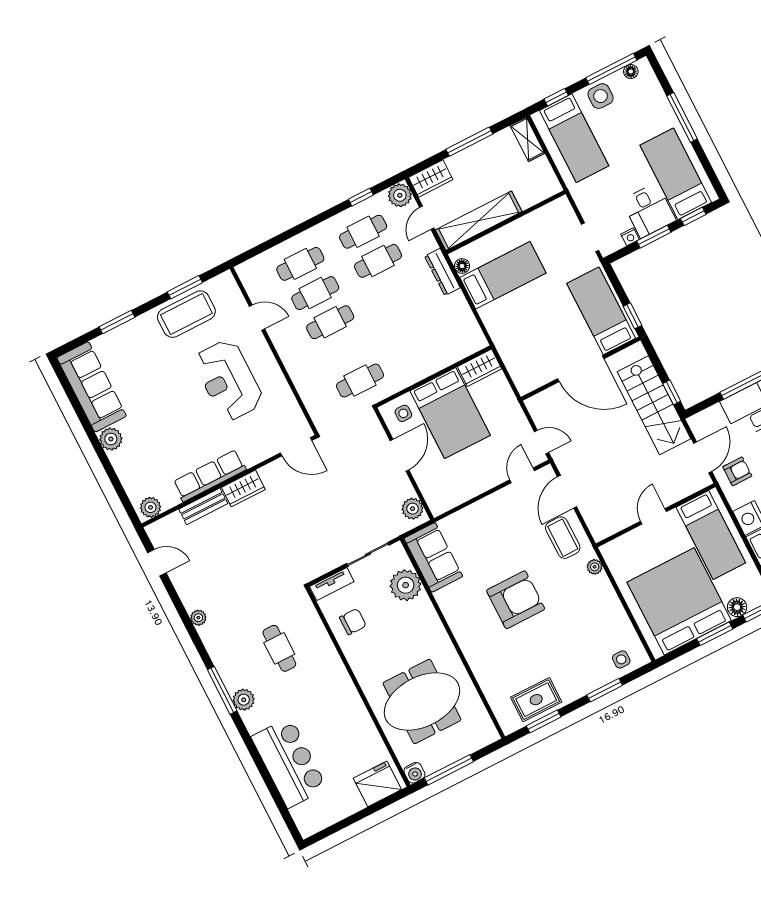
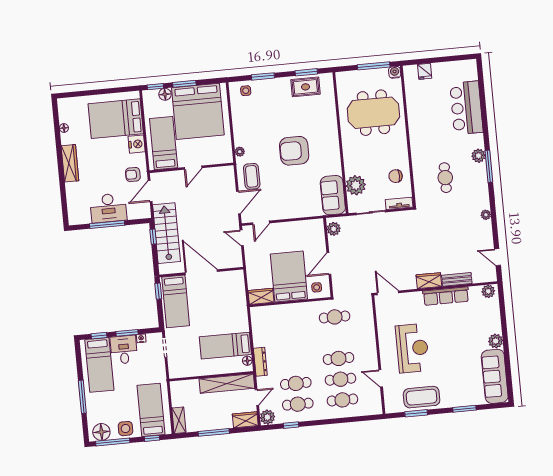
floor lamp: (631, 72) -> (101, 432), width x1.89, depth x1.89
fridge: (377, 784) -> (425, 71), width x0.53, depth x0.75

